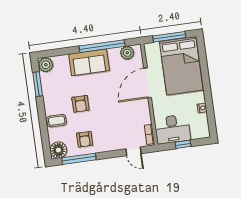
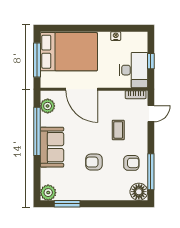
armchair: (80, 104) -> (94, 162), turned 180
coffee table: (57, 121) -> (118, 130), moved

